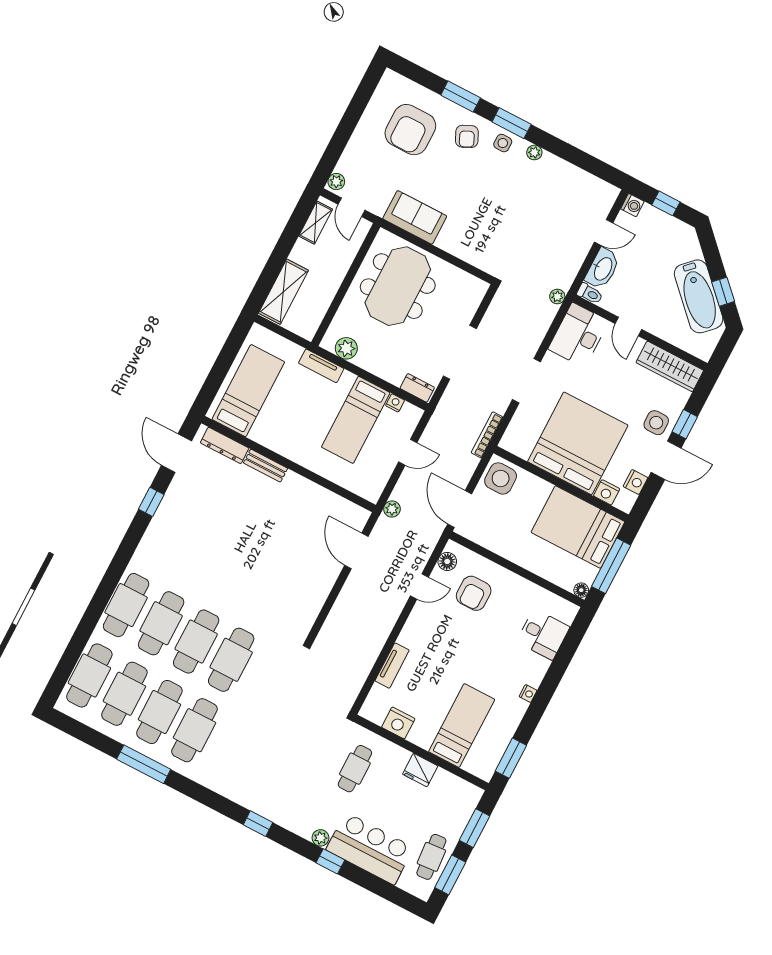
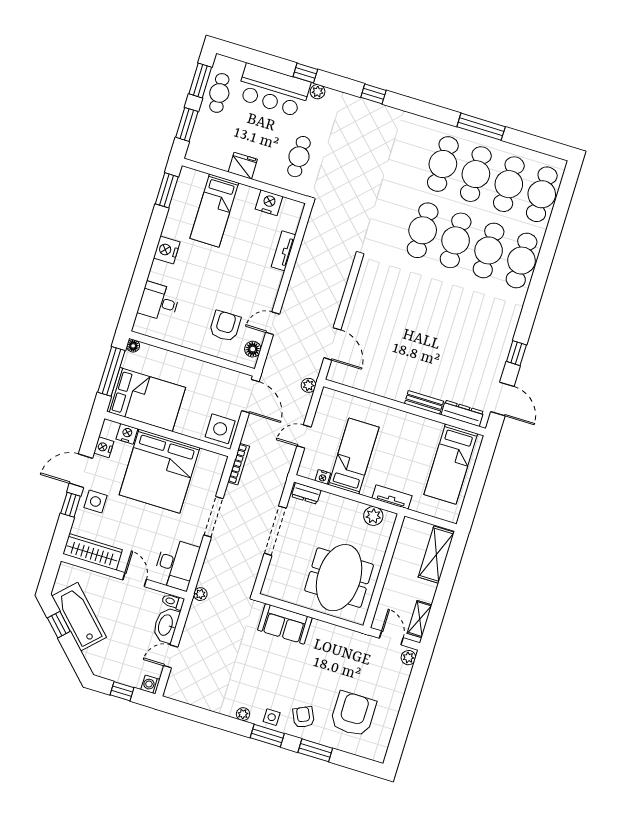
sofa: (415, 217) -> (285, 624), moved
nightstand: (528, 694) -> (167, 250), width x1.89, depth x1.79

